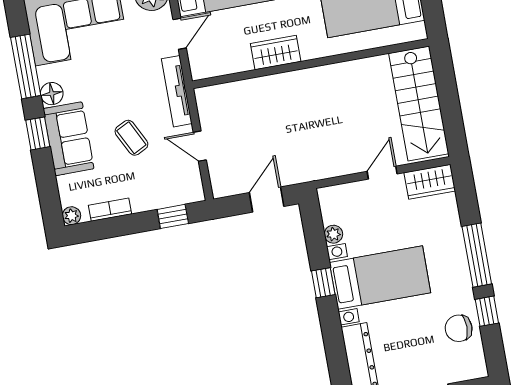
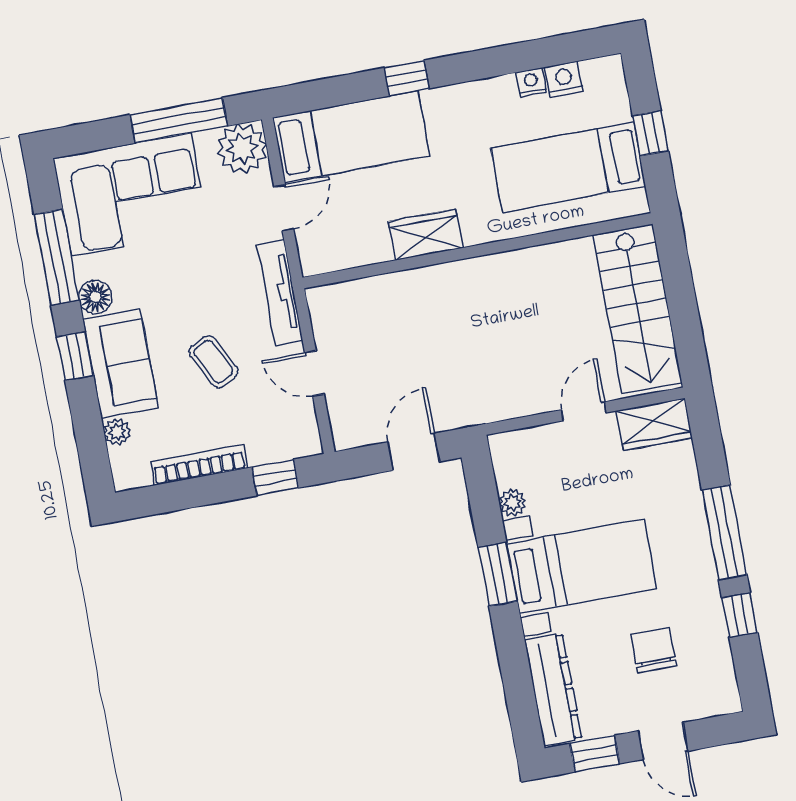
bookcase: (110, 210) -> (199, 465), width x1.56
plant: (72, 216) -> (117, 432), moved
window: (323, 283) -> (498, 574), width x1.50
chair: (459, 328) -> (654, 650), moved, turned 90

